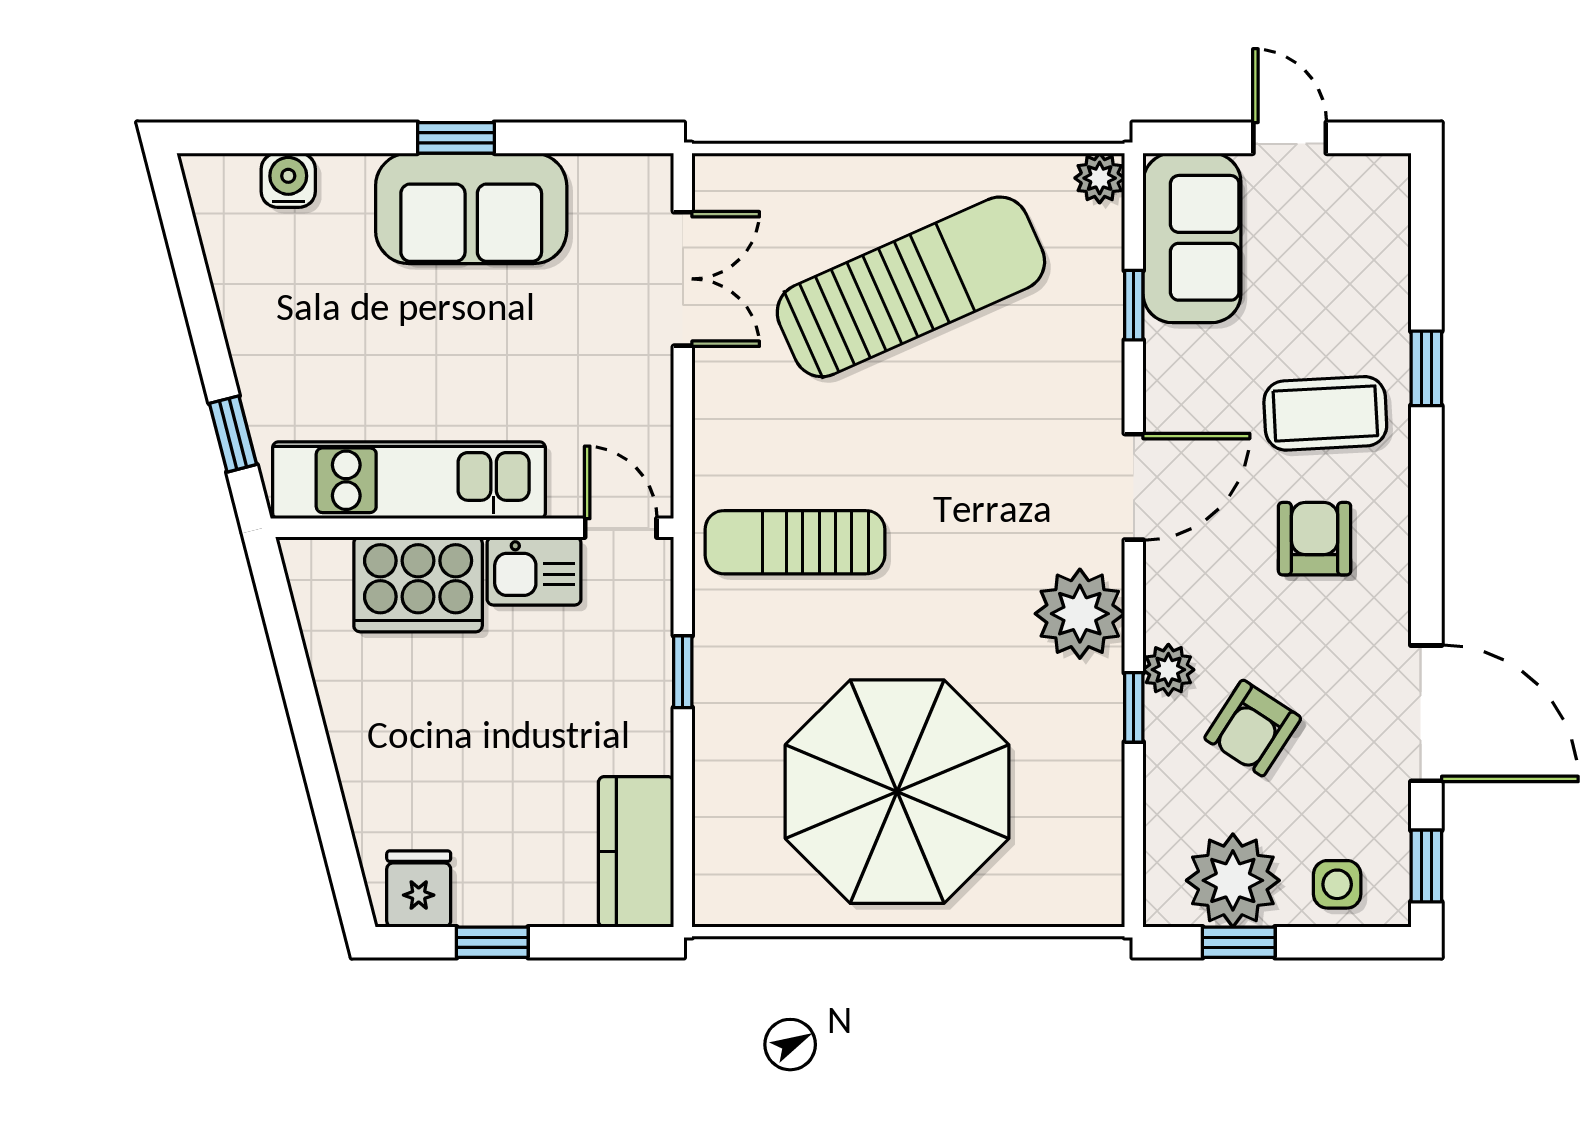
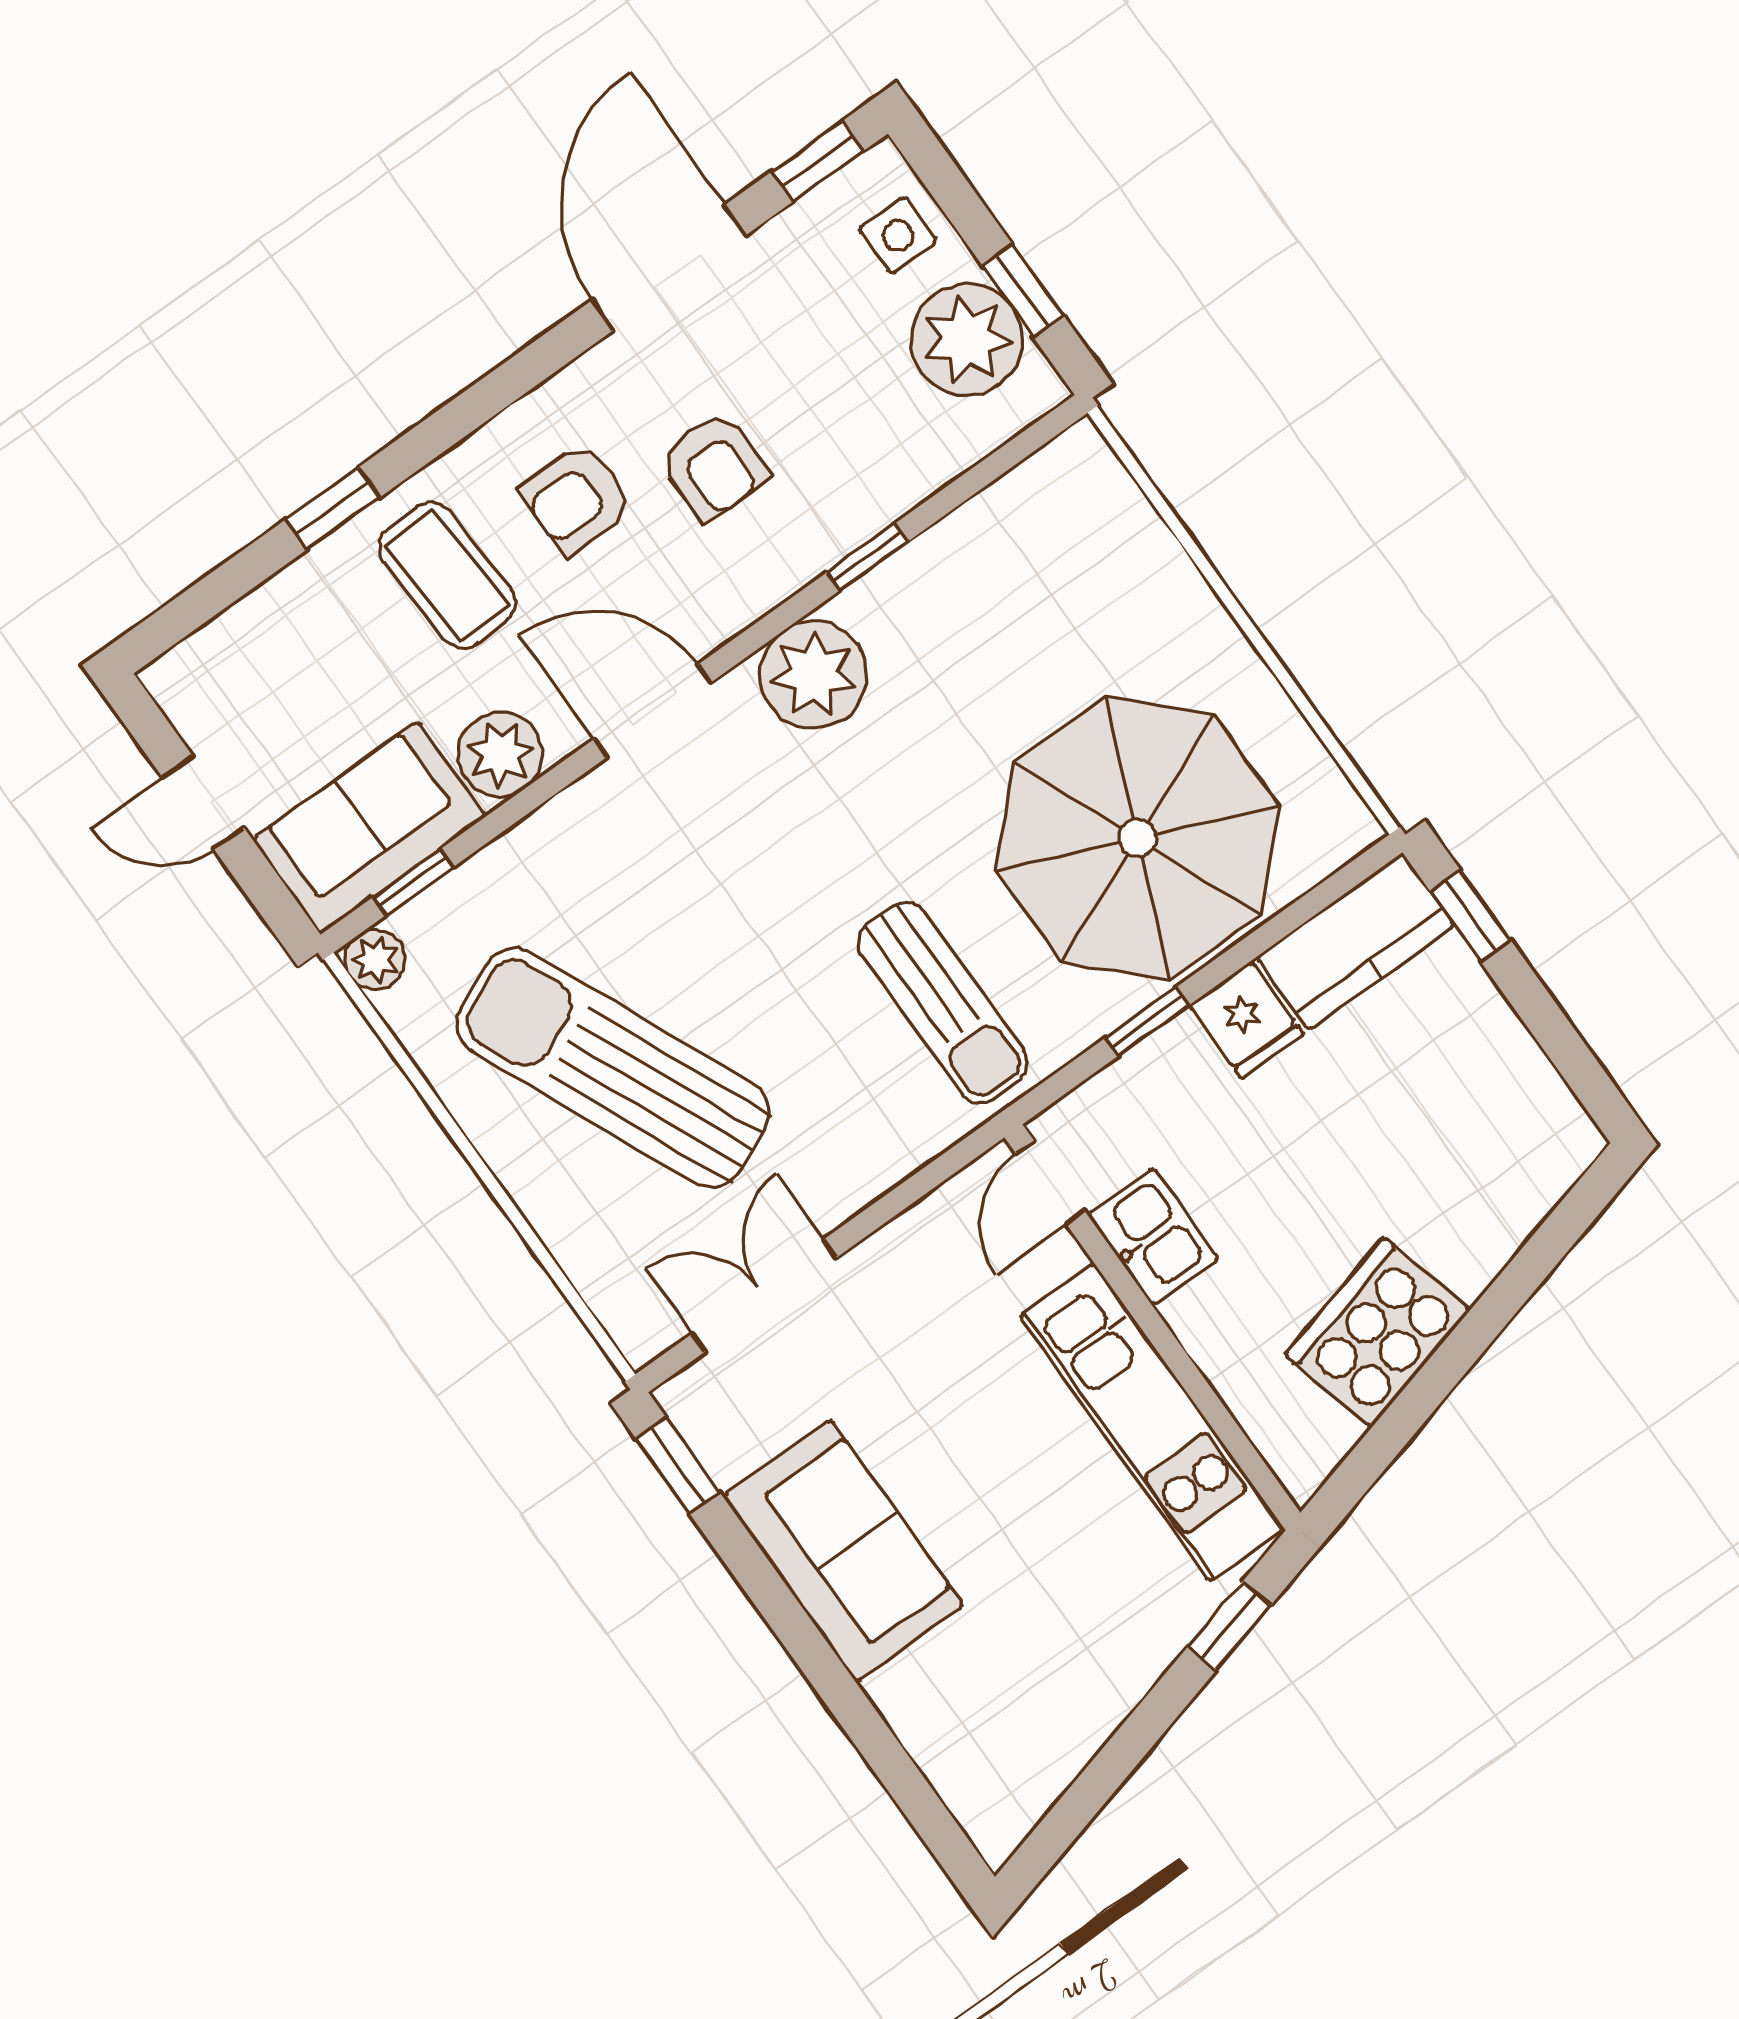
window: (456, 138) -> (678, 1465), moved
door: (1290, 138) -> (203, 803), hinge flipped
water cooler: (288, 180) -> (943, 1749), removed
window: (1134, 305) -> (413, 882), moved
cooker: (418, 584) -> (1378, 1332), moved, turned -104
plant: (1168, 670) -> (500, 754), moved, width x1.38, depth x1.38
armchair: (1253, 728) -> (714, 466), moved, turned 57
parasol: (897, 792) -> (1138, 838), moved
fridge: (419, 889) -> (1246, 1020), moved, turned -90
window: (492, 942) -> (1471, 916), moved

